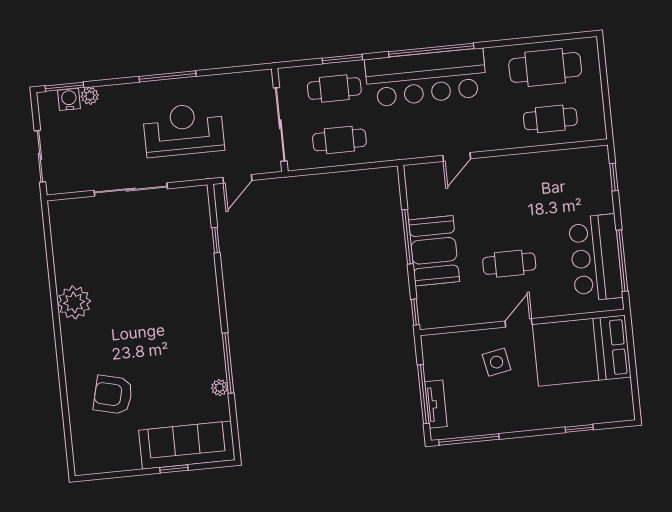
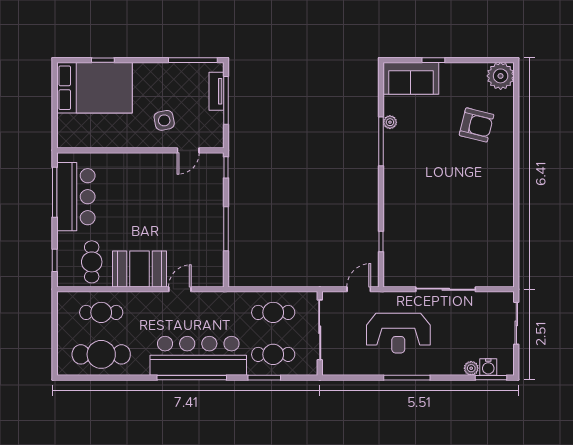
booth: (434, 251) -> (139, 269), moved, turned 90
cafe table: (509, 264) -> (92, 262), moved, turned 90
plant: (74, 302) -> (501, 76), moved
door: (519, 323) -> (188, 150), moved
bed: (582, 351) -> (94, 88), moved
sofa: (187, 445) -> (411, 78), width x0.73

